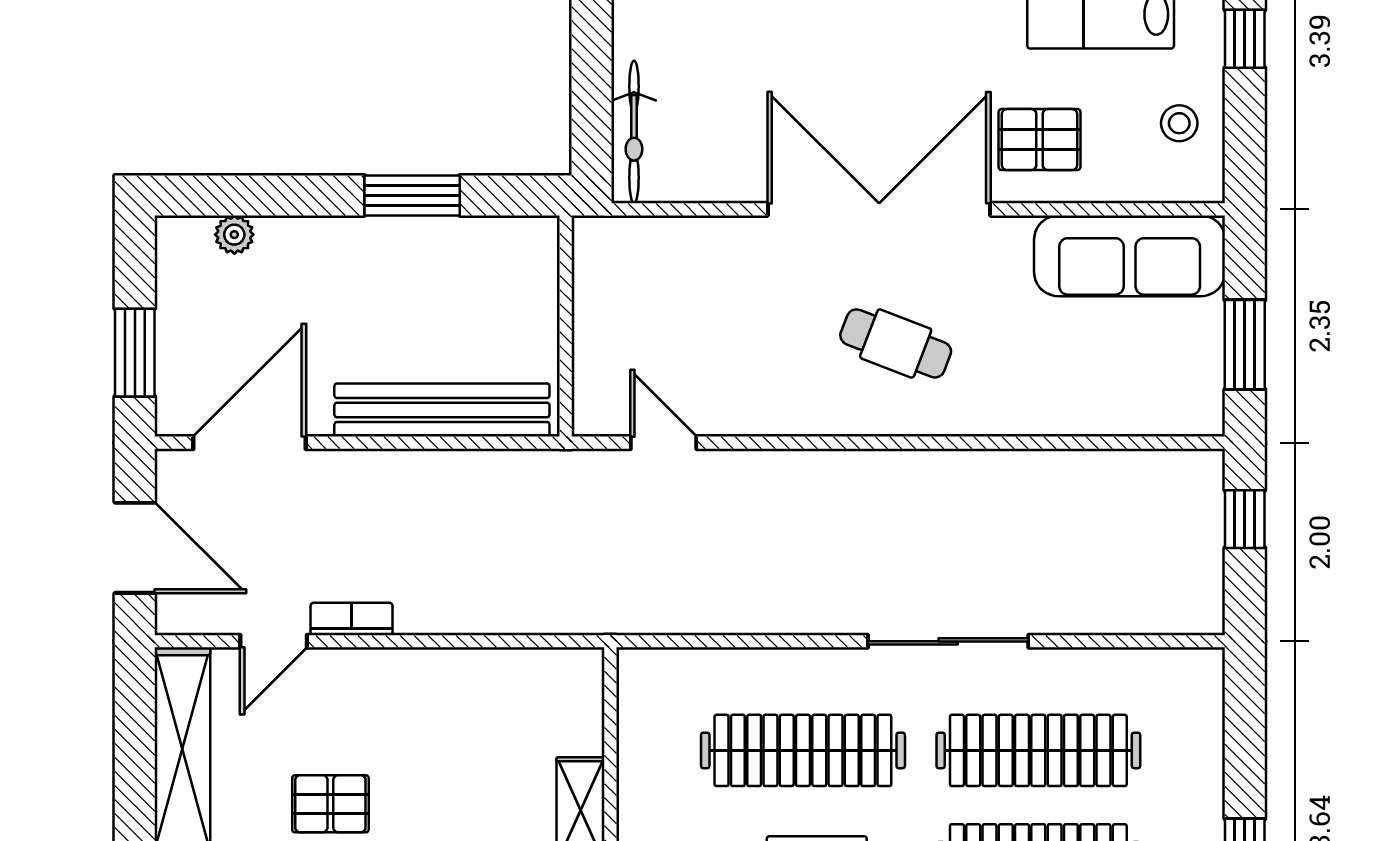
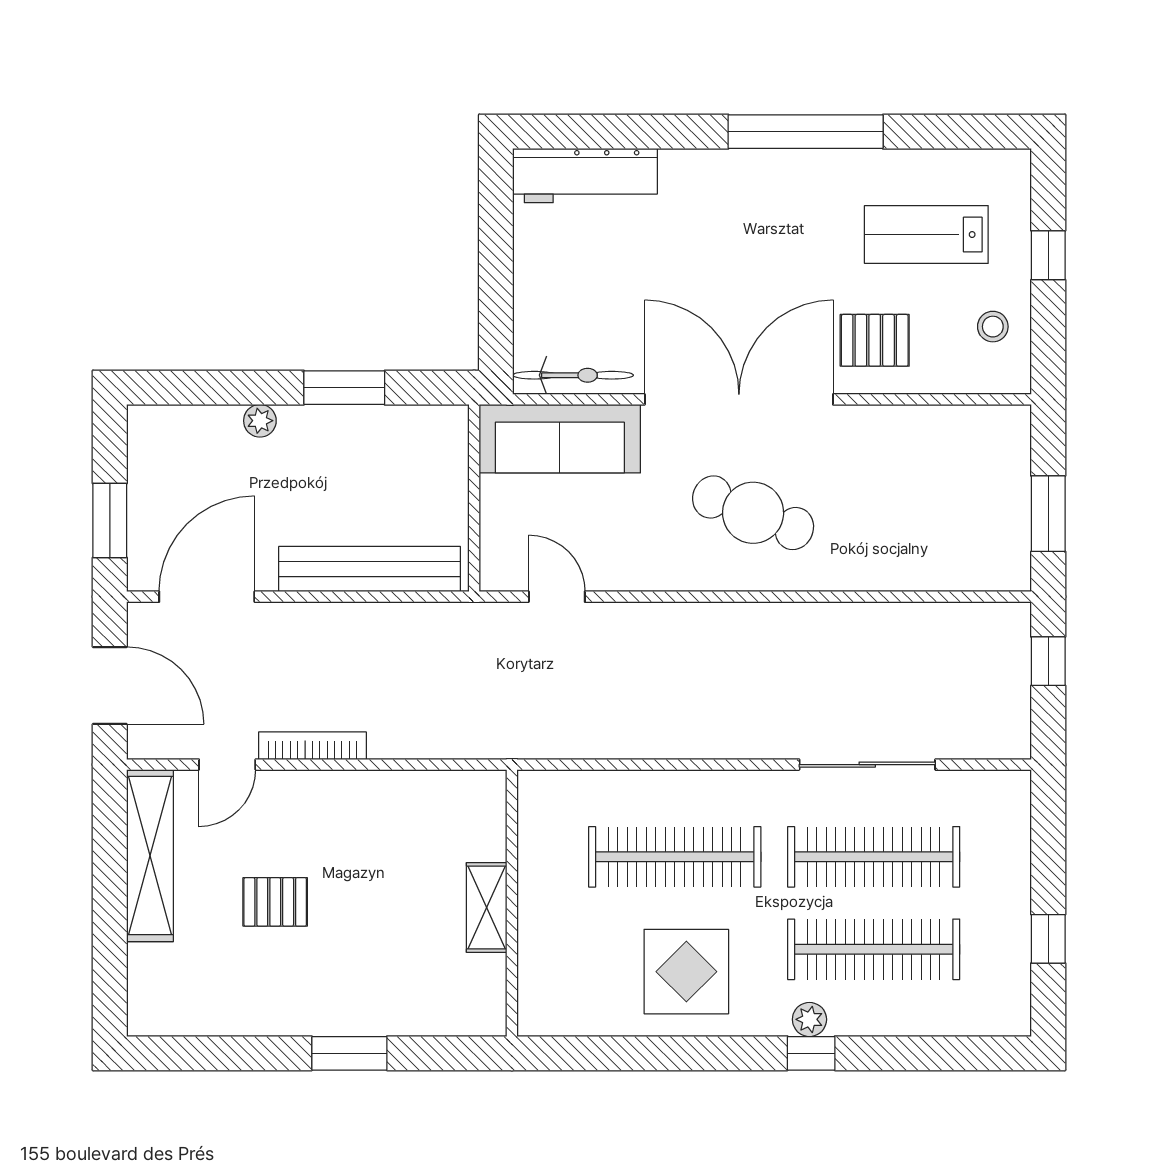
bicycle: (634, 132) -> (573, 375), moved, turned -90
plant: (234, 235) -> (260, 421), moved
sofa: (1130, 256) -> (560, 439), moved
cafe table: (896, 343) -> (753, 513), width x1.37, depth x1.35
bookcase: (352, 619) -> (312, 746), width x1.56
sliding door: (948, 641) -> (867, 765), moved

